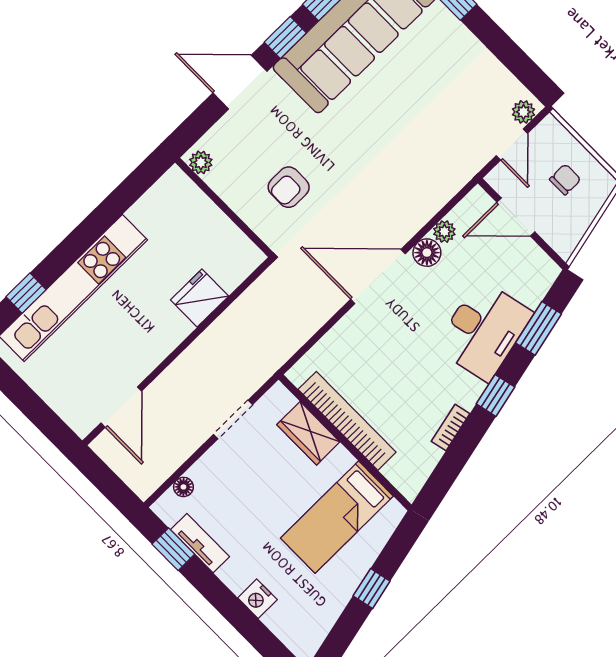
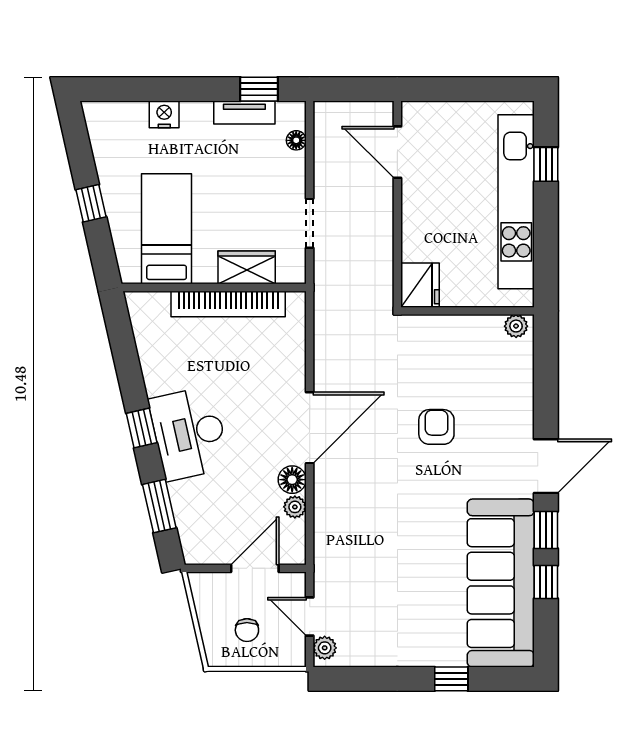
plant: (201, 162) -> (516, 326), moved
wall: (224, 207) -> (467, 311), moved
desk: (484, 330) -> (189, 433), moved
bookcase: (451, 427) -> (150, 373), removed

